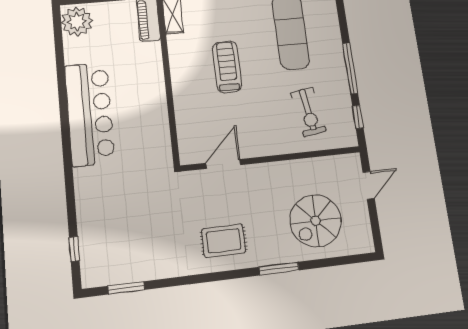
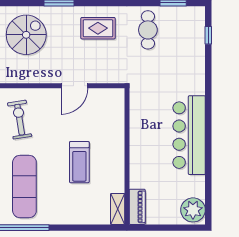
door: (223, 164) -> (74, 86), moved
cafe table: (157, 246) -> (148, 30), added

